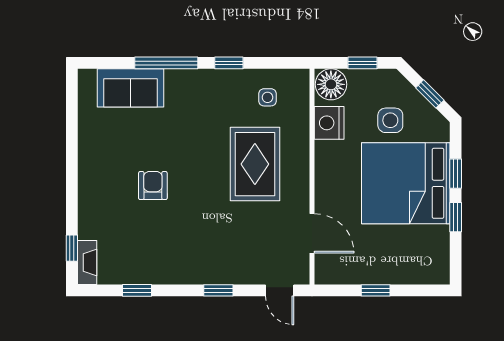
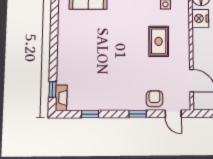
rug: (255, 164) -> (159, 41), width x0.73, depth x0.70
armchair: (153, 186) -> (154, 99), moved

